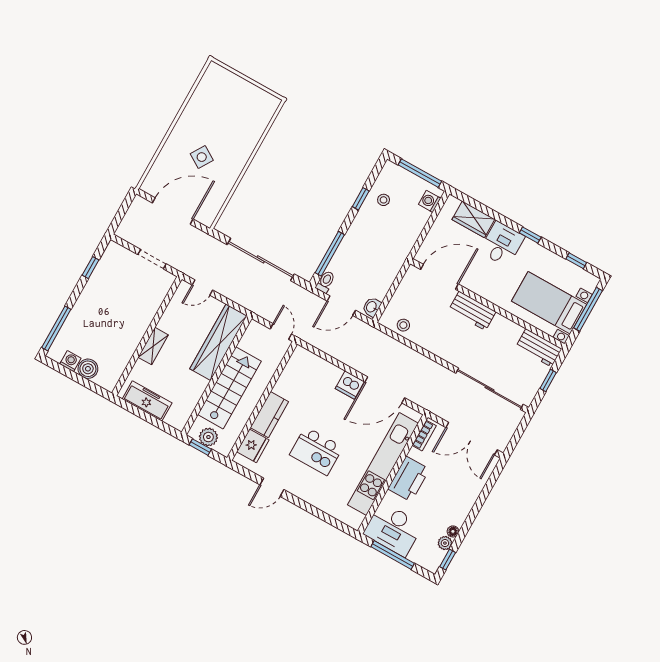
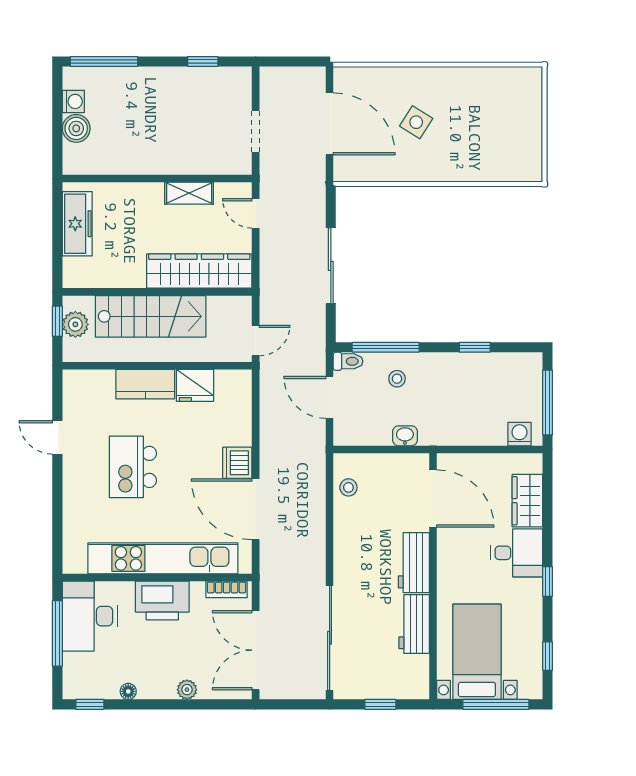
stool: (384, 200) -> (397, 379), moved
sliding door: (261, 259) -> (331, 266), width x0.73
washbasin: (372, 307) -> (405, 436), moved
shelving: (153, 346) -> (189, 193), moved
workbench: (539, 348) -> (414, 624), moved
fridge: (253, 446) -> (195, 385), moved
plant: (445, 543) -> (187, 690), moved

